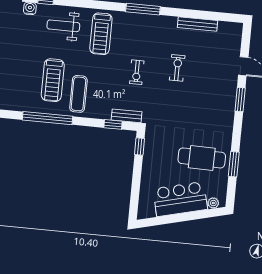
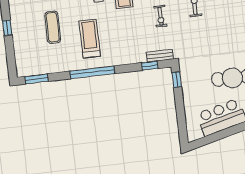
treadmill: (53, 80) -> (90, 39), turned 180
exercise mat: (78, 94) -> (53, 27), moved

